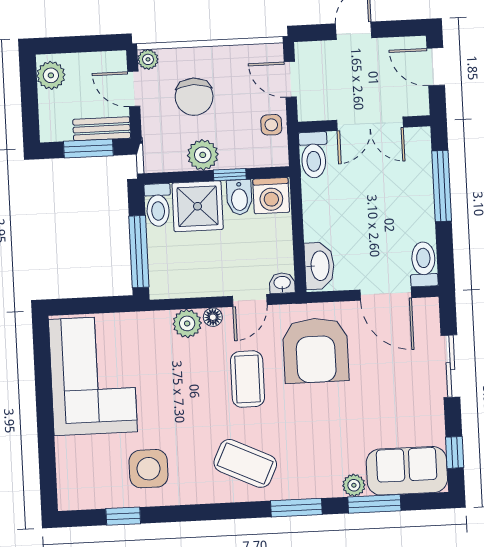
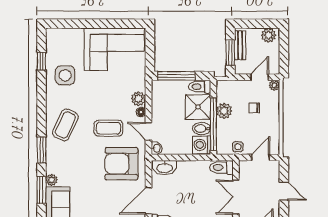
chair: (194, 97) -> (254, 108), width x0.54, depth x0.54
bench: (102, 129) -> (240, 45), moved
window: (230, 175) -> (213, 124), width x3.17

